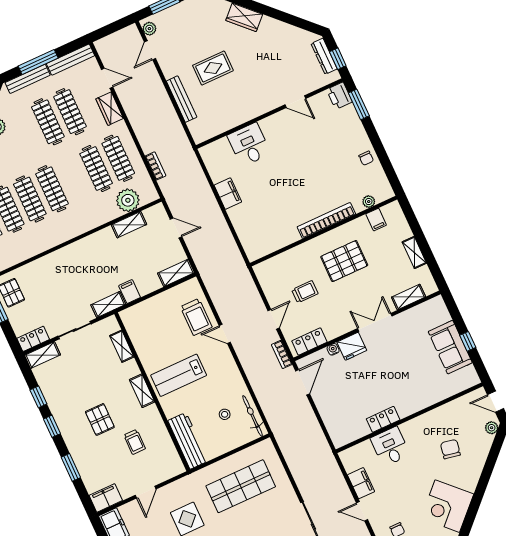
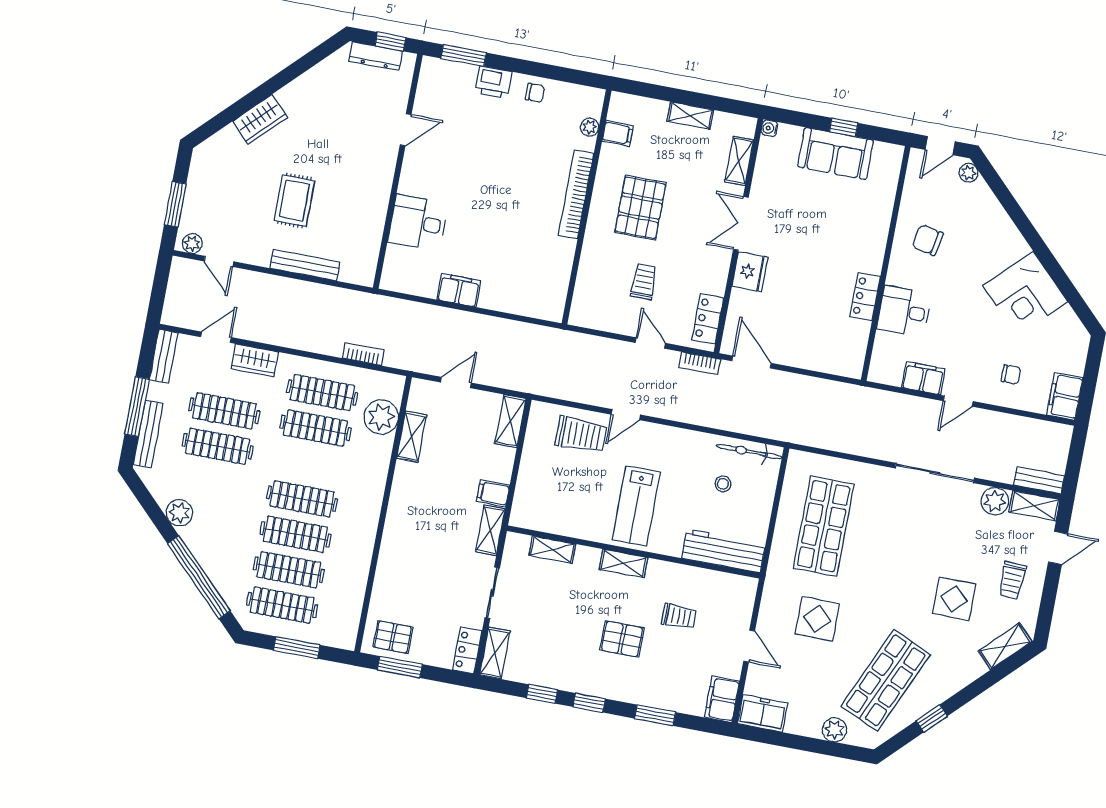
bench: (70, 60) -> (164, 356), width x0.73
printer: (339, 96) -> (493, 82), moved
water cooler: (333, 349) -> (769, 128), moved
chair: (450, 449) -> (928, 240), moved

